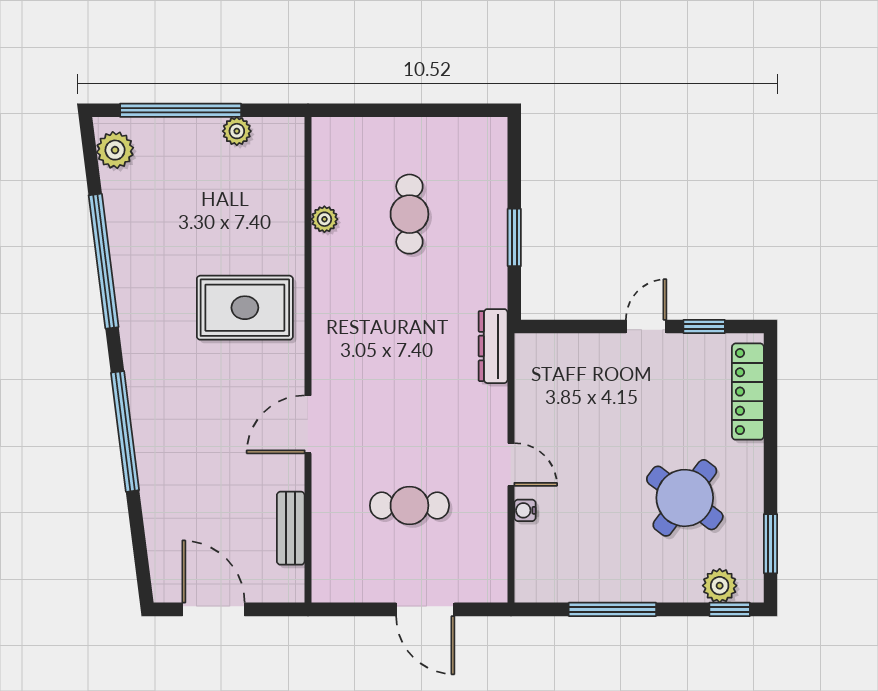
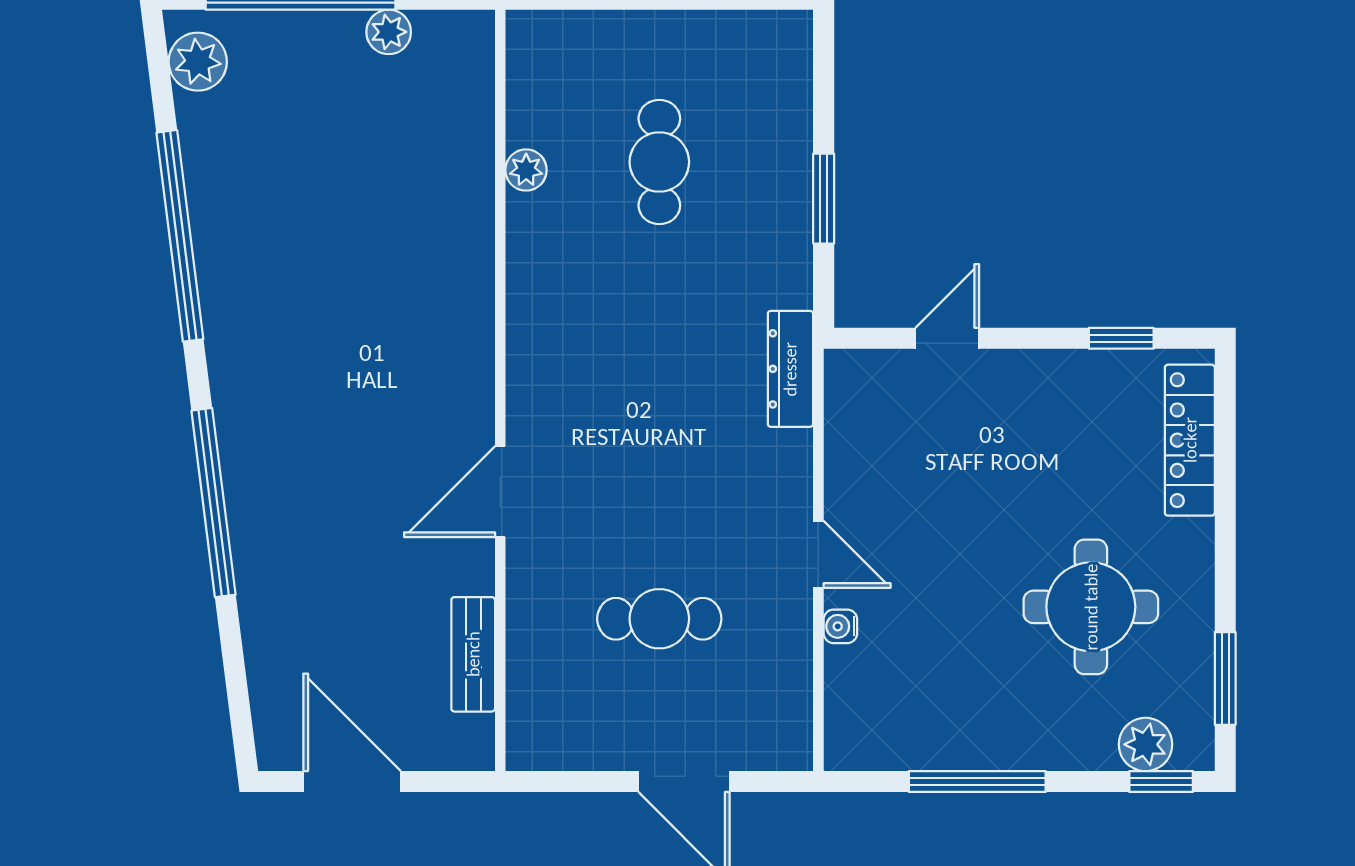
rug: (245, 308) -> (401, 309), removed
door: (646, 327) -> (947, 338), moved
round table: (685, 498) -> (1091, 607), turned -37

